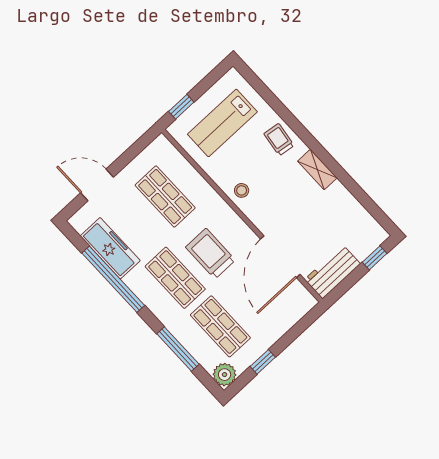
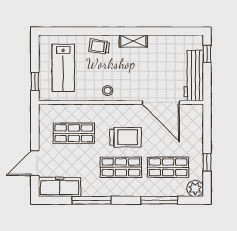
freezer: (110, 248) -> (60, 187), moved
trolley: (210, 254) -> (125, 137), turned 180
workbench: (332, 272) -> (194, 76), width x1.38
window: (113, 279) -> (92, 200), width x0.68

